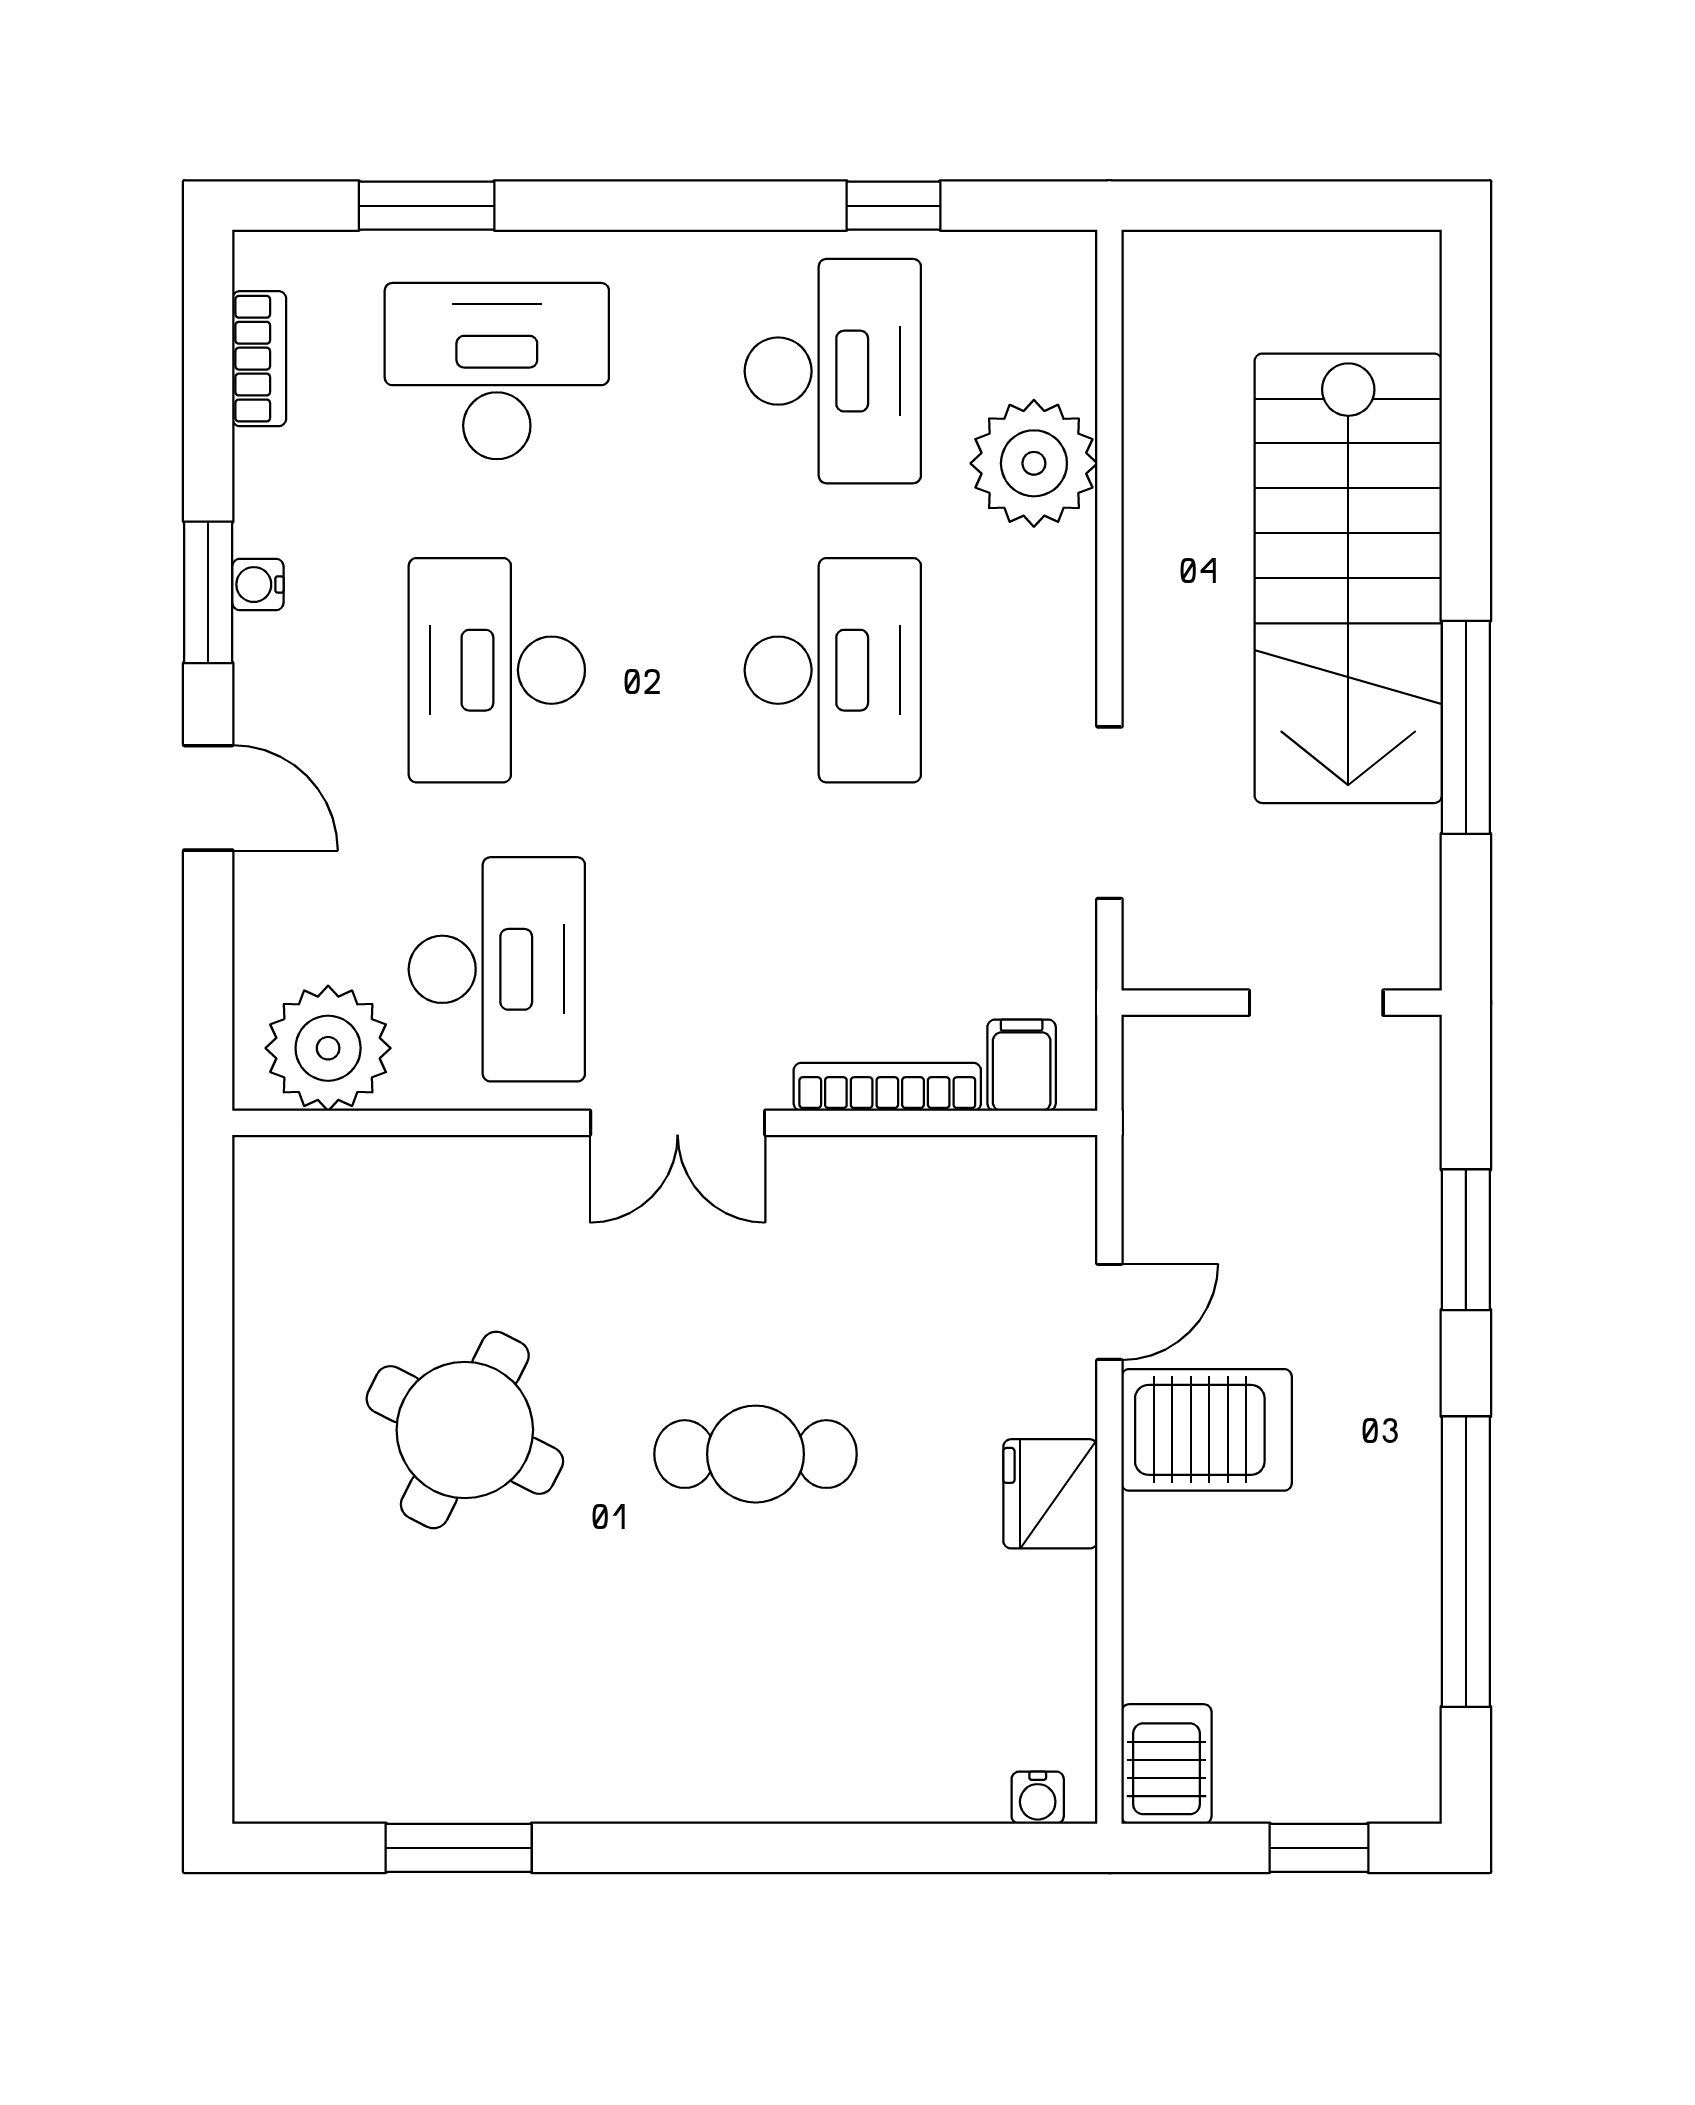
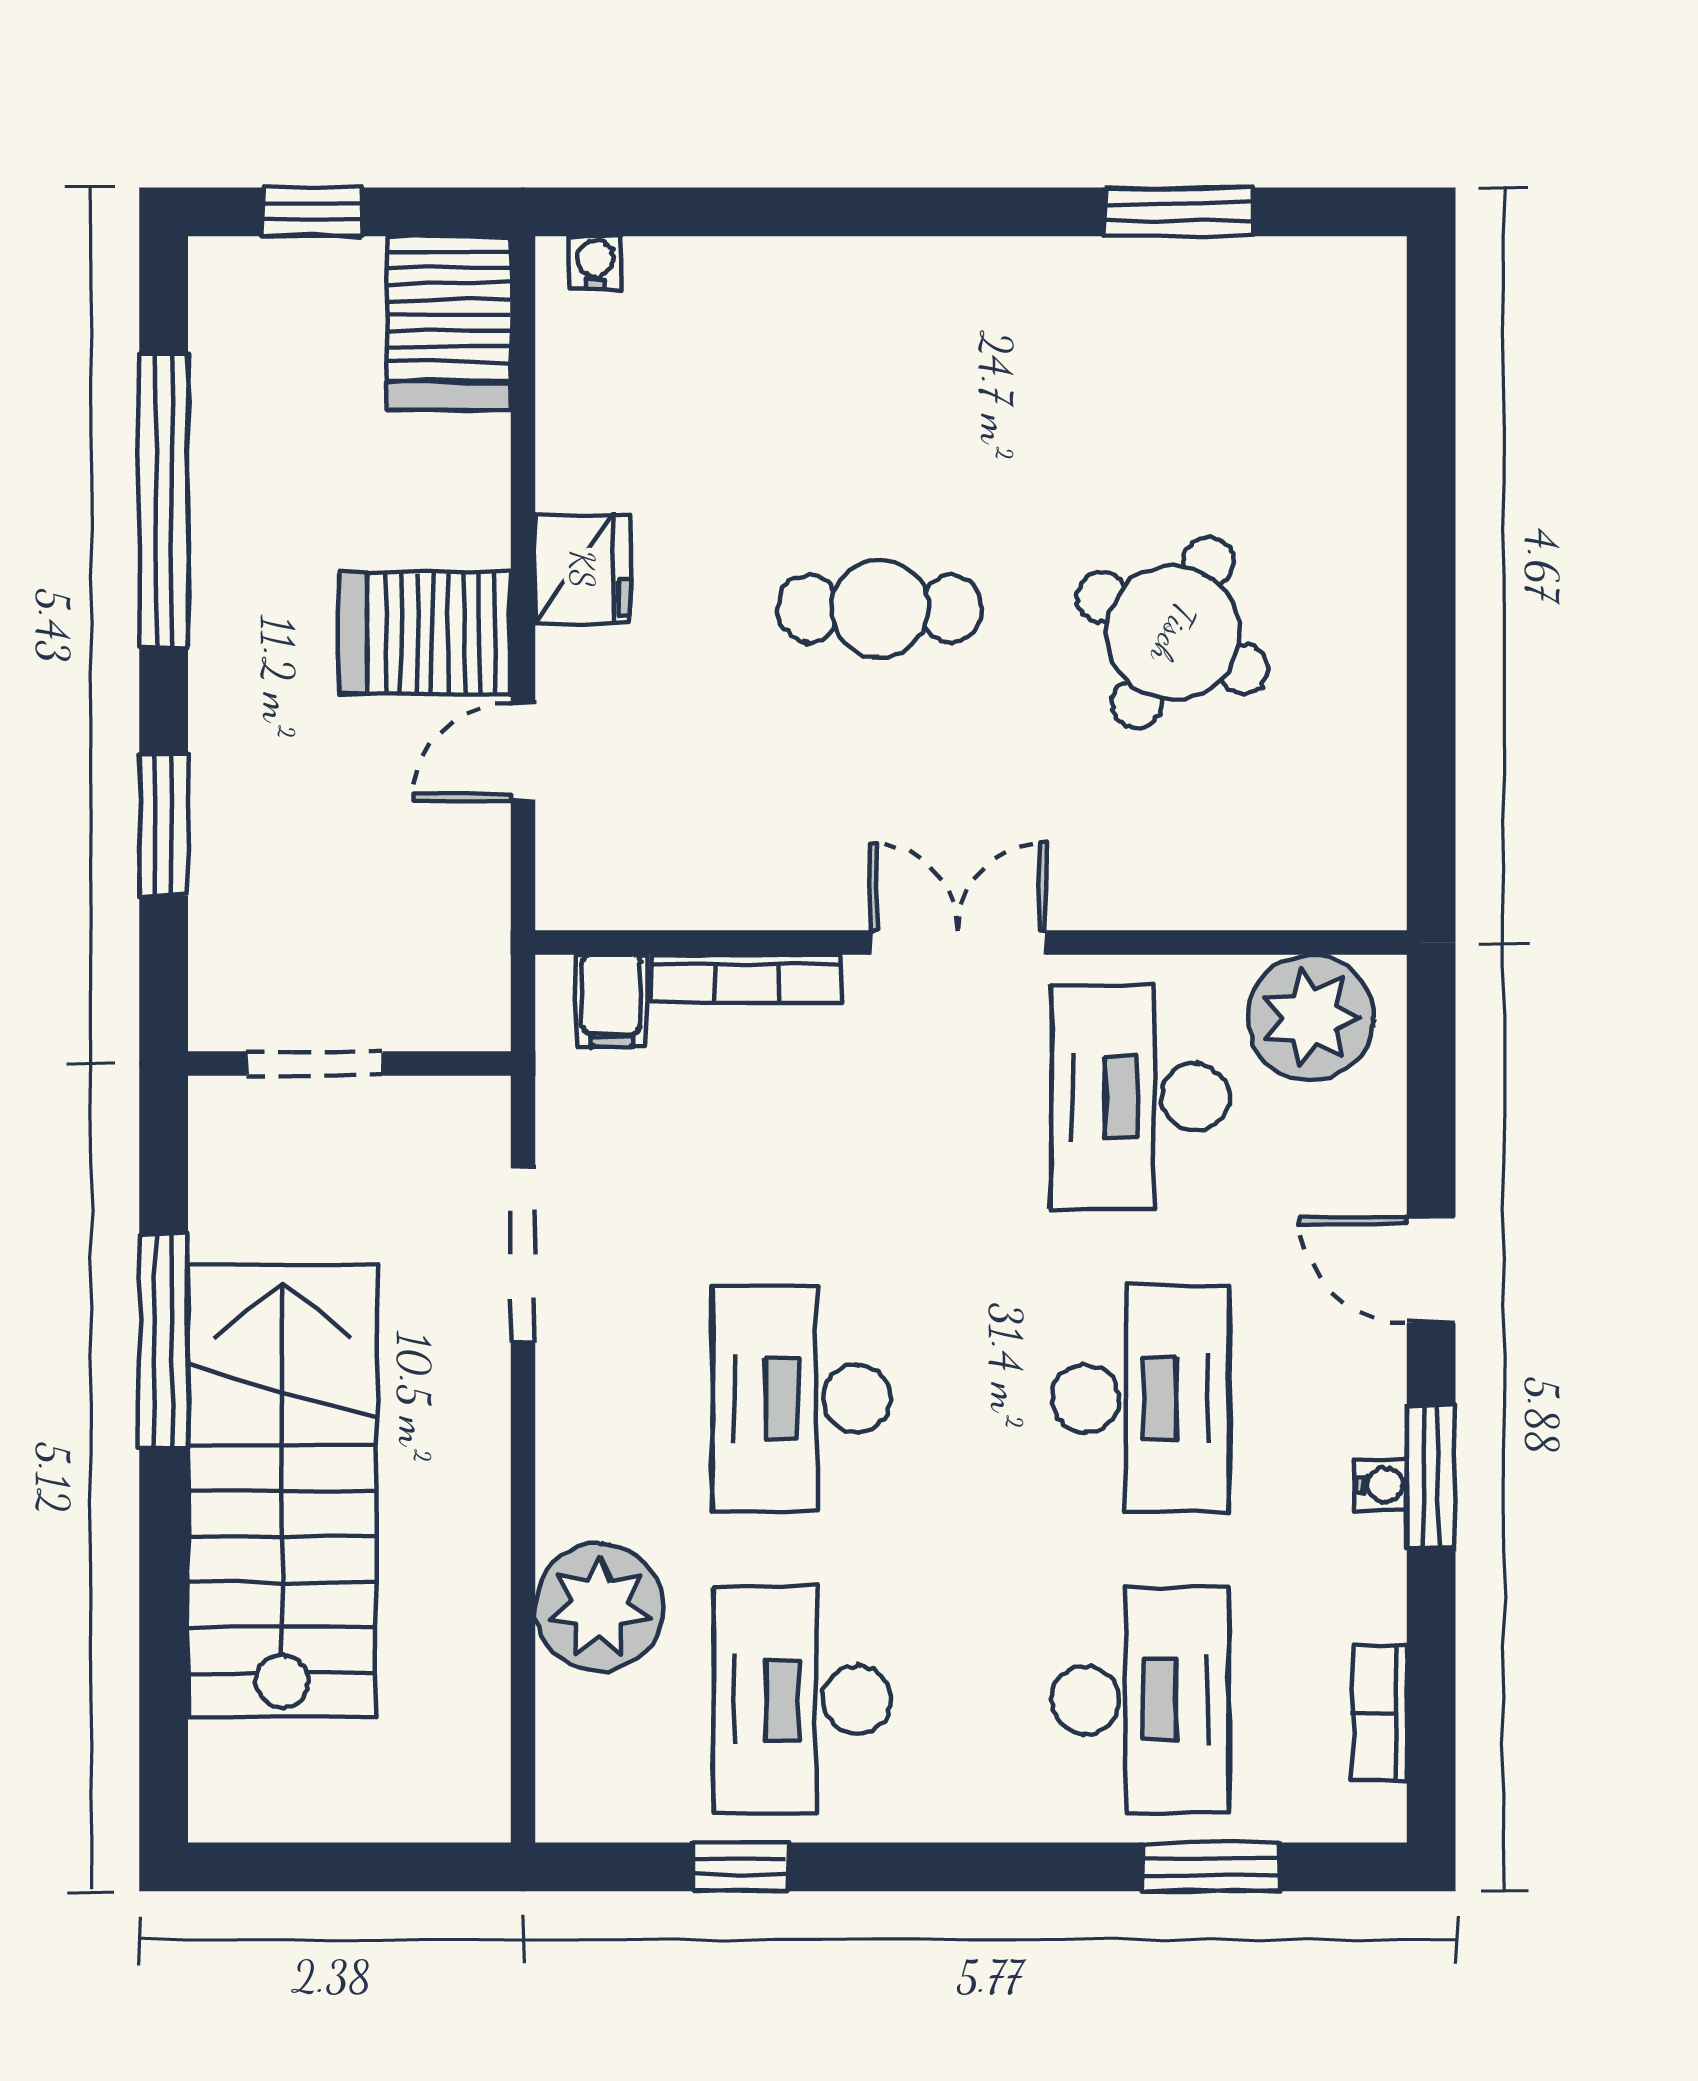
desk: (497, 371) -> (1140, 1700), turned -90
server rack: (1166, 1764) -> (449, 323), width x1.36, depth x1.44

